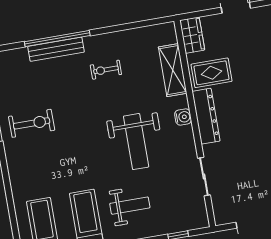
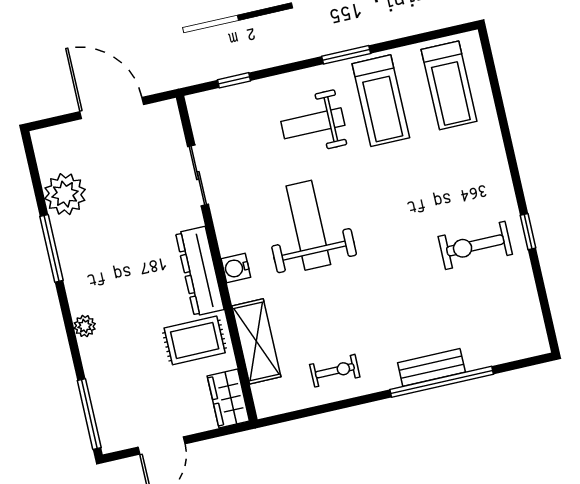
bench: (56, 49) -> (431, 367), width x0.73
exercise bike: (106, 70) -> (335, 371), moved

